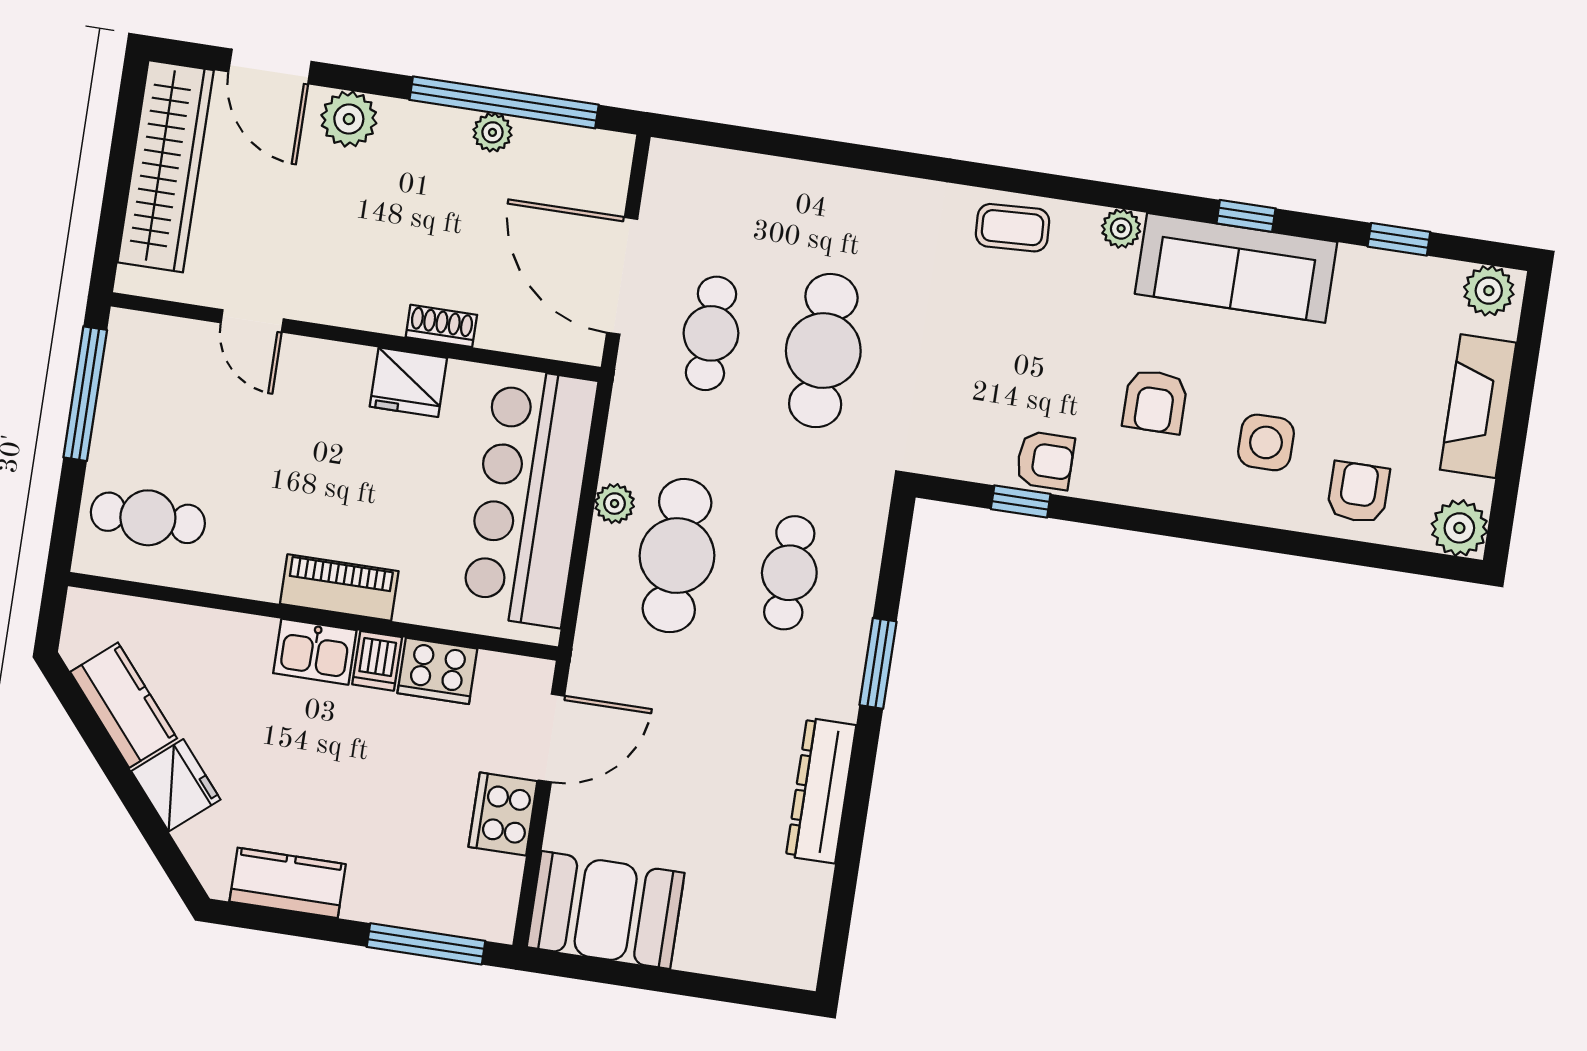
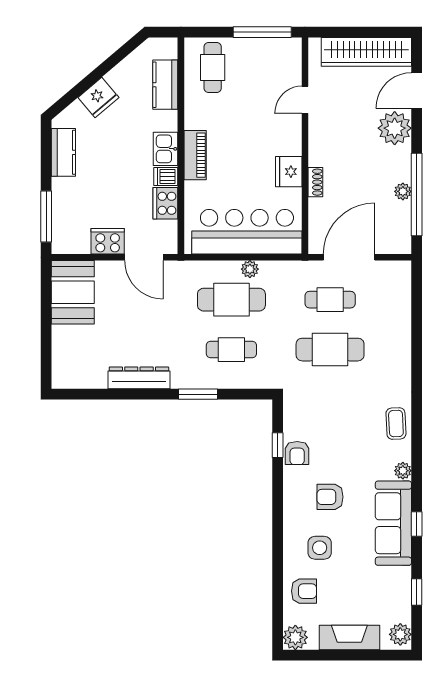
plant: (349, 119) -> (395, 128), width x1.36, depth x1.36
kitchen counter: (124, 705) -> (165, 85), moved, turned 130

